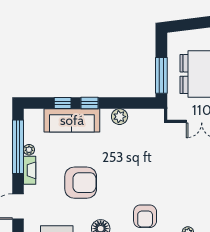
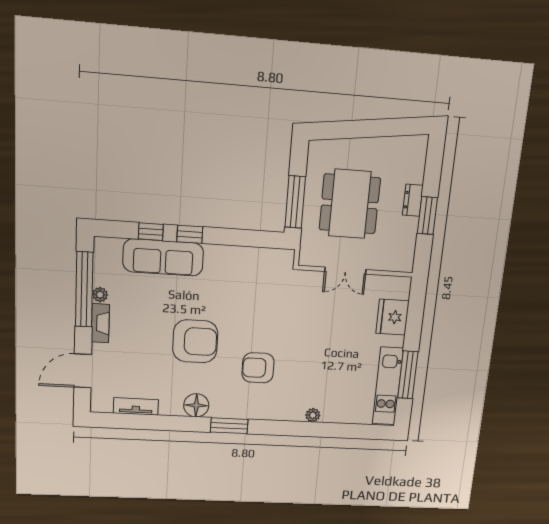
plant: (120, 117) -> (232, 256), removed
armchair: (81, 183) -> (195, 341), moved
armchair: (145, 216) -> (258, 368), moved, turned 90

